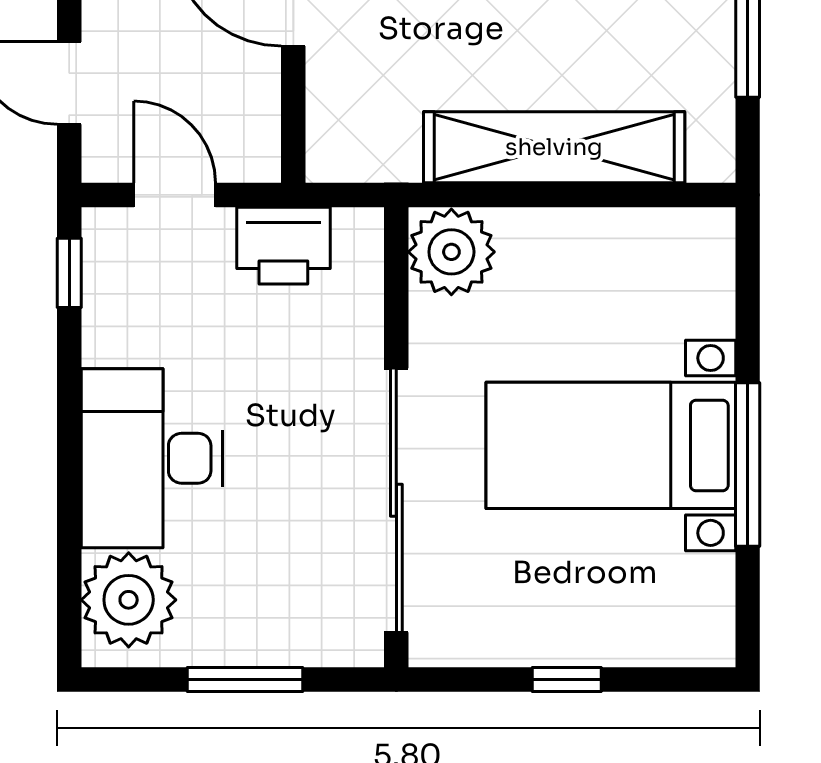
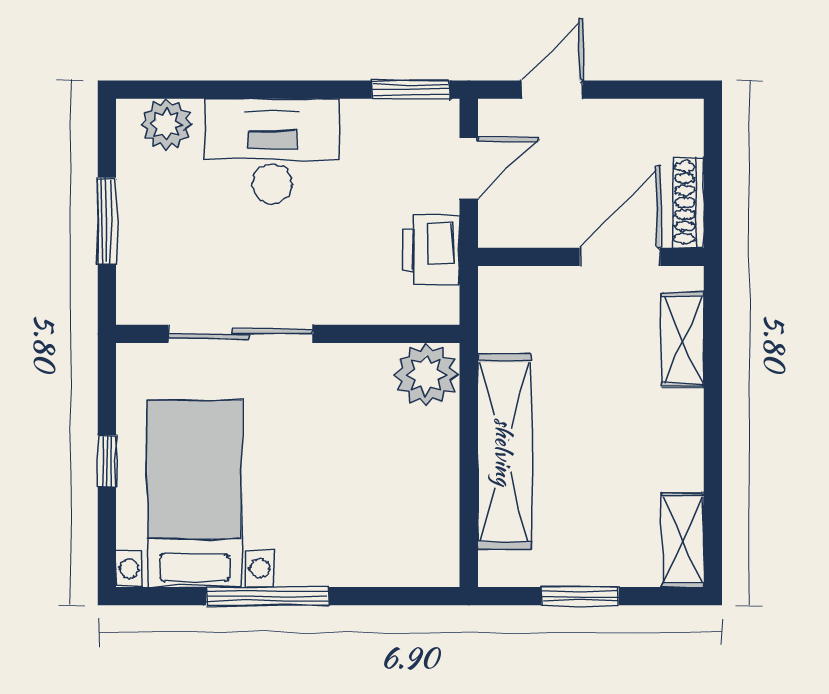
window: (69, 273) -> (410, 90), width x1.50
bed with nightstands: (611, 445) -> (195, 494), moved
sliding door: (396, 500) -> (241, 334), width x0.73
plant: (129, 600) -> (166, 124), width x0.73, depth x0.73

